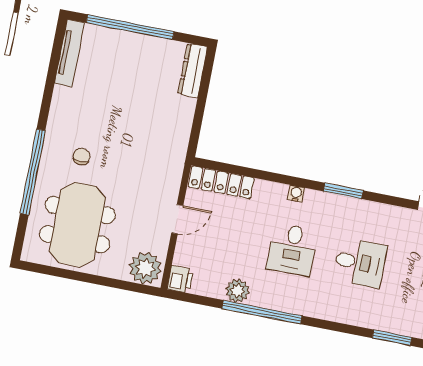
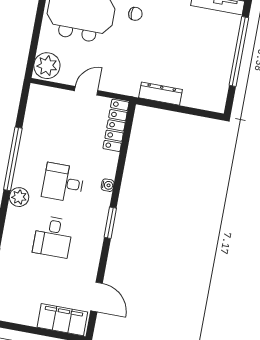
dresser: (193, 70) -> (161, 94), moved
door: (177, 219) -> (86, 91), swing flipped
printer: (180, 279) -> (39, 94), removed
plant: (237, 291) -> (19, 197), moved

